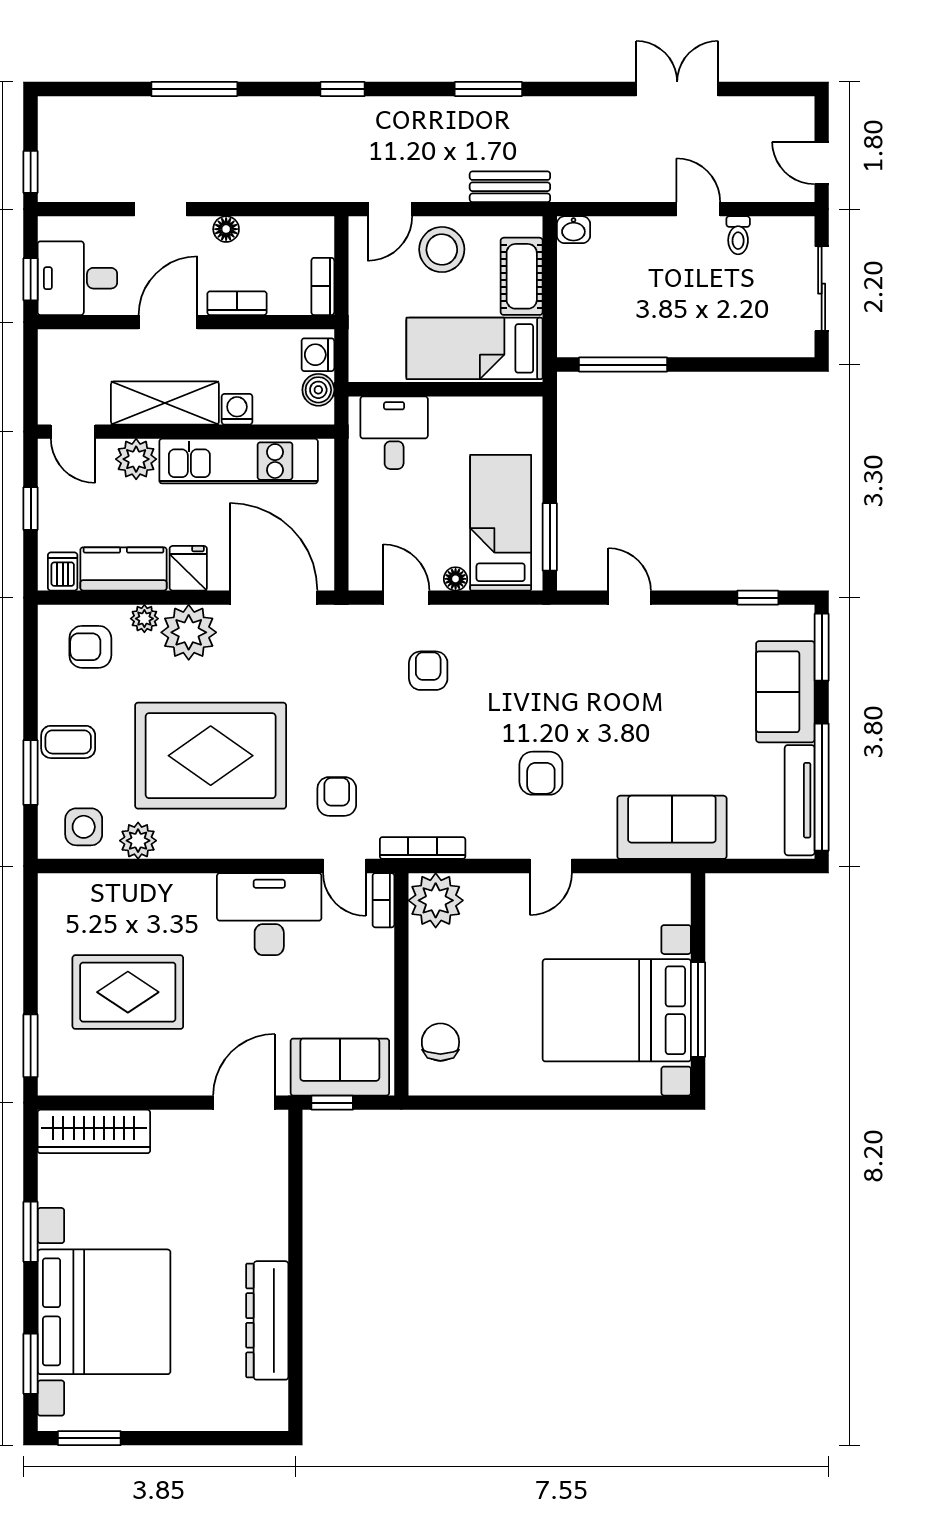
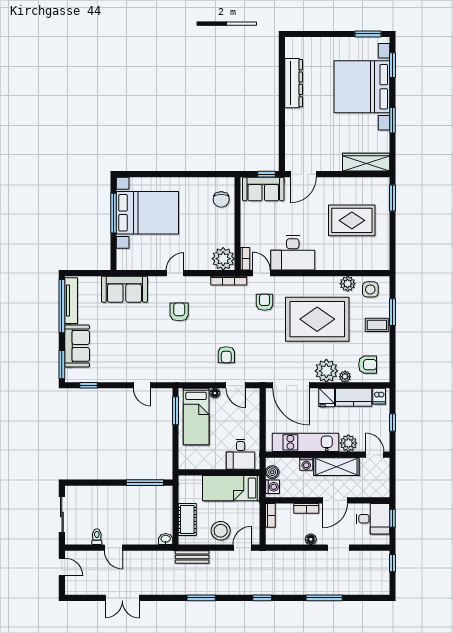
bed: (475, 348) -> (231, 488), moved, turned 180
armchair: (337, 796) -> (265, 302), turned 180

